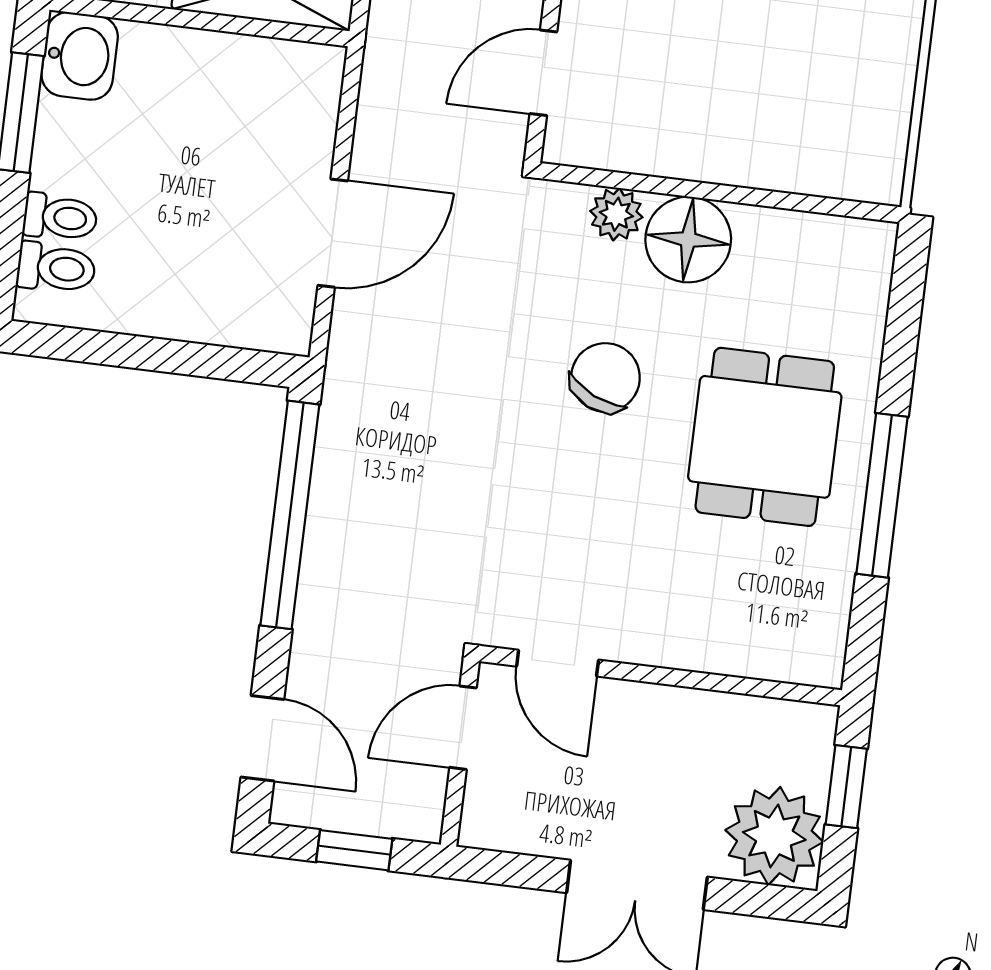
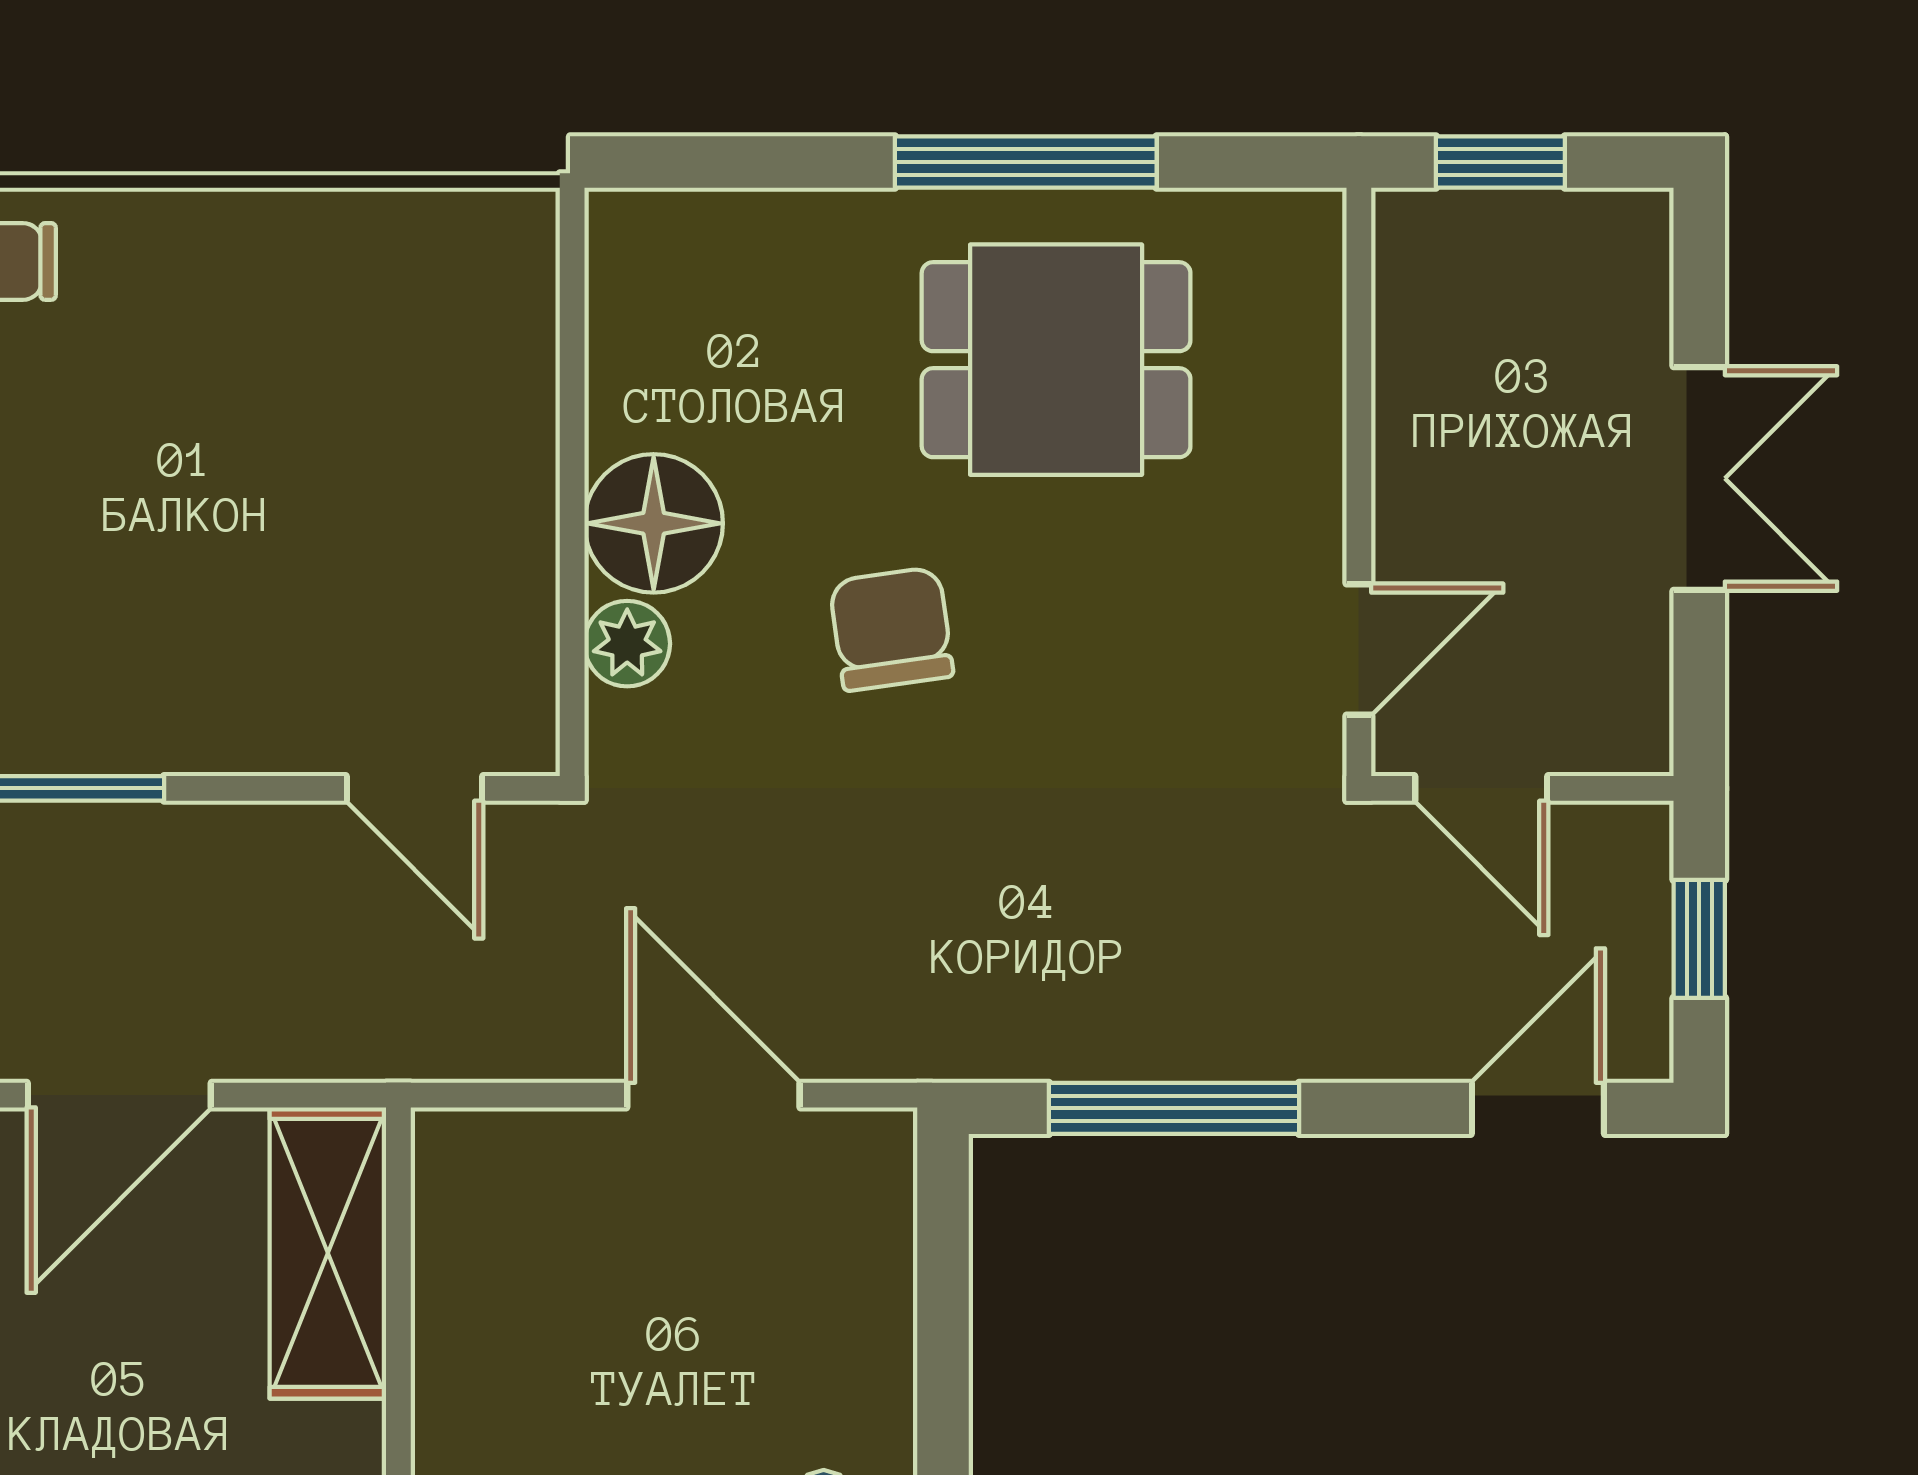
chair: (605, 378) -> (891, 629), turned 57
dining table: (765, 437) -> (1056, 360), moved
window: (290, 515) -> (1174, 1108), width x0.68
plant: (774, 836) -> (1594, 268), removed

